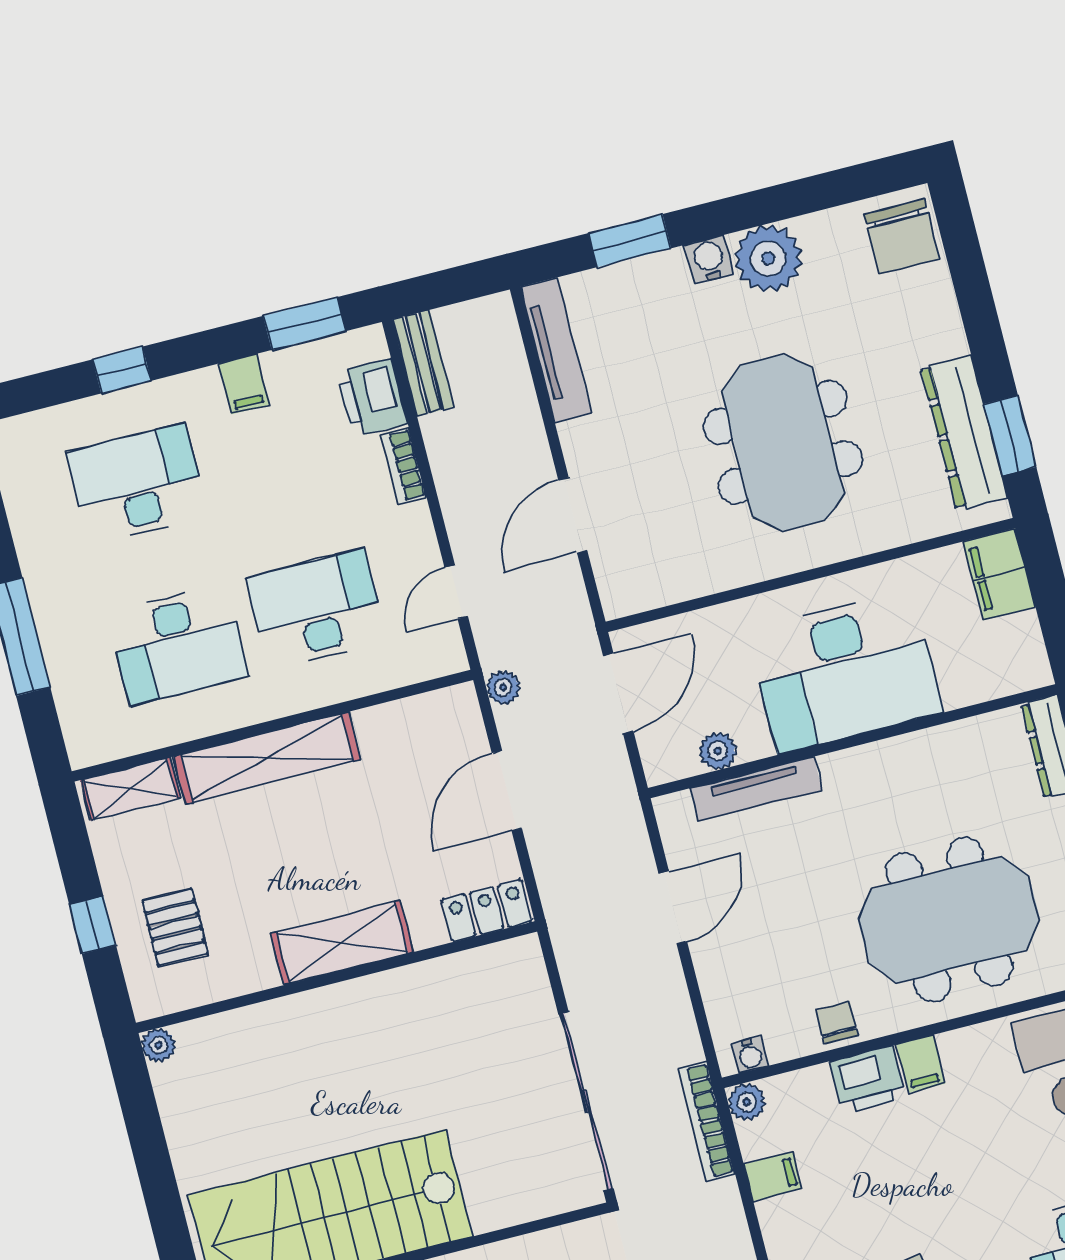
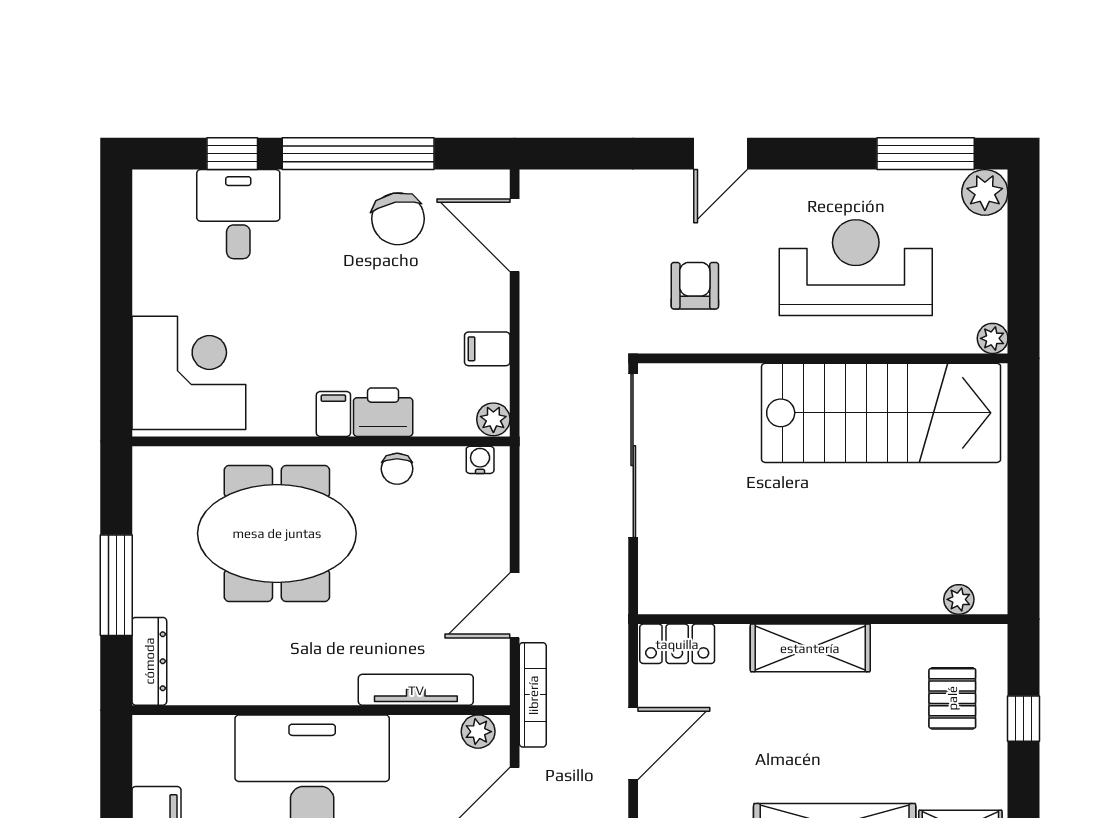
plant: (718, 751) -> (478, 732), moved
plant: (159, 1045) -> (959, 599), moved
bookcase: (706, 1121) -> (533, 695), moved

